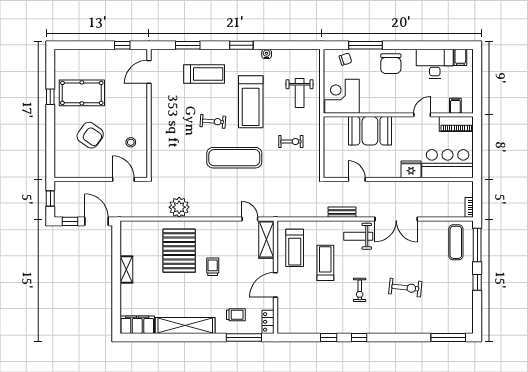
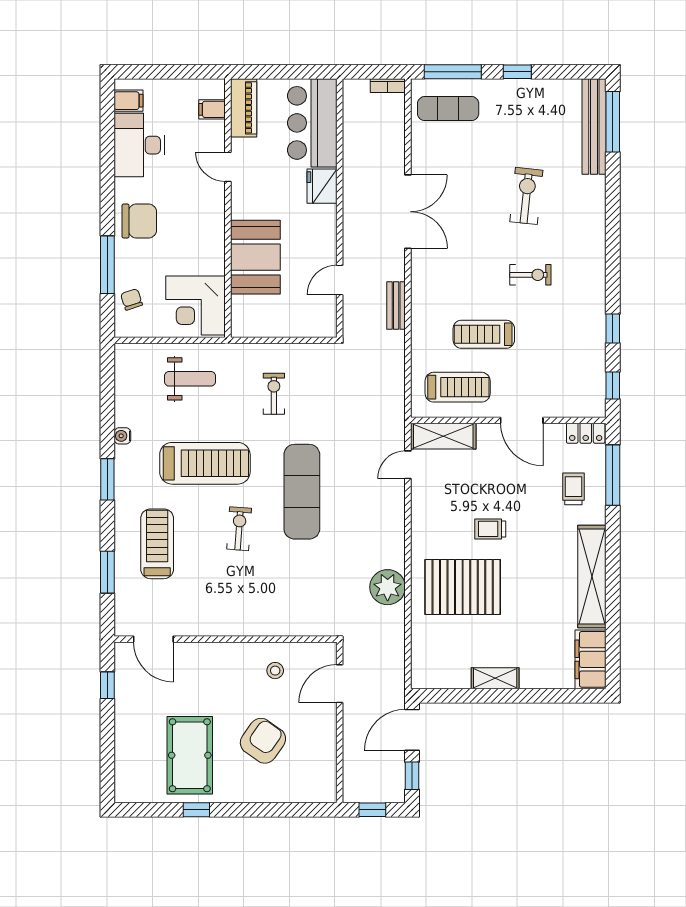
weight bench: (358, 236) -> (438, 277), removed
bench: (445, 327) -> (594, 127), added
window: (359, 337) -> (613, 385), moved

